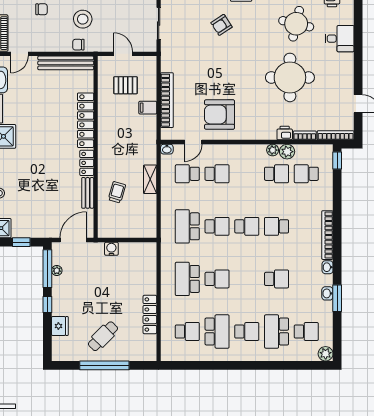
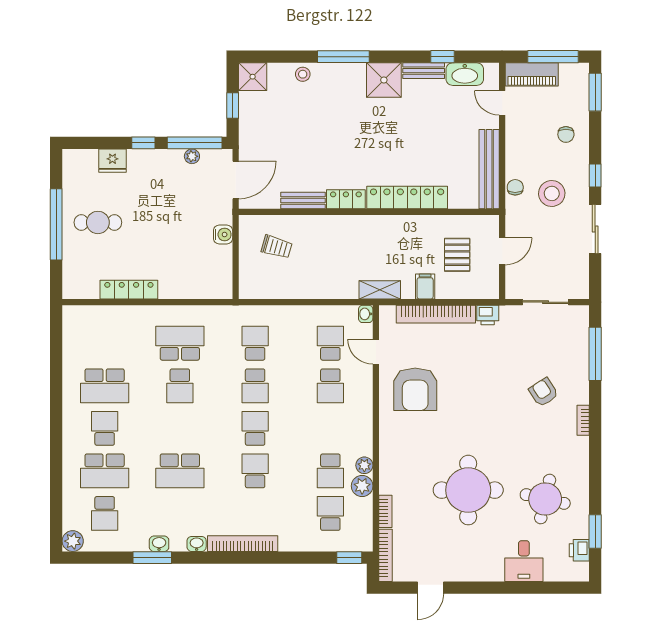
armchair: (220, 115) -> (415, 389), turned 180
printer: (285, 133) -> (488, 315), moved, turned 90
shelving: (150, 179) -> (380, 290), moved
trolley: (117, 192) -> (277, 247), moved
school desk: (187, 226) -> (255, 343), width x0.54
school desk: (247, 226) -> (255, 428), turned 180
door: (73, 240) -> (236, 180), hinge flipped
school desk: (277, 279) -> (180, 471), width x1.85
school desk: (187, 331) -> (105, 343), removed
school desk: (247, 331) -> (105, 428), turned 180
school desk: (277, 331) -> (105, 471), turned 180
cafe table: (103, 336) -> (98, 222), turned -45

